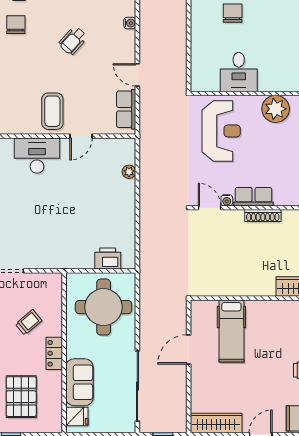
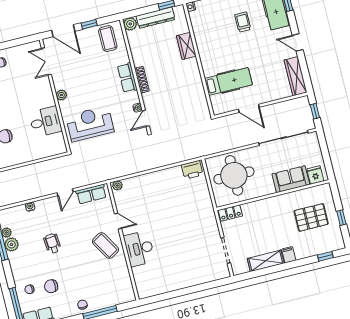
wheelchair: (73, 41) -> (52, 243), turned -137
plant: (276, 109) -> (61, 95), width x0.53, depth x0.53
coffee table: (52, 111) -> (105, 246), turned 59
plant: (129, 172) -> (117, 185), moved
row of seats: (254, 197) -> (127, 78), moved
printer: (108, 258) -> (192, 170), moved, turned -90
trolley: (29, 322) -> (258, 225), removed
locker: (54, 353) -> (230, 213), moved

